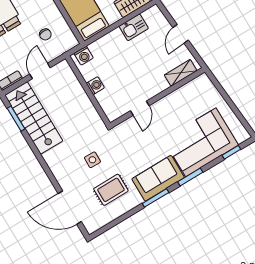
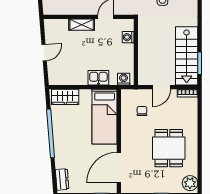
kitchen sink: (134, 27) -> (98, 78), moved
shelving: (181, 73) -> (82, 25), moved
washing machine: (95, 86) -> (128, 37), moved

